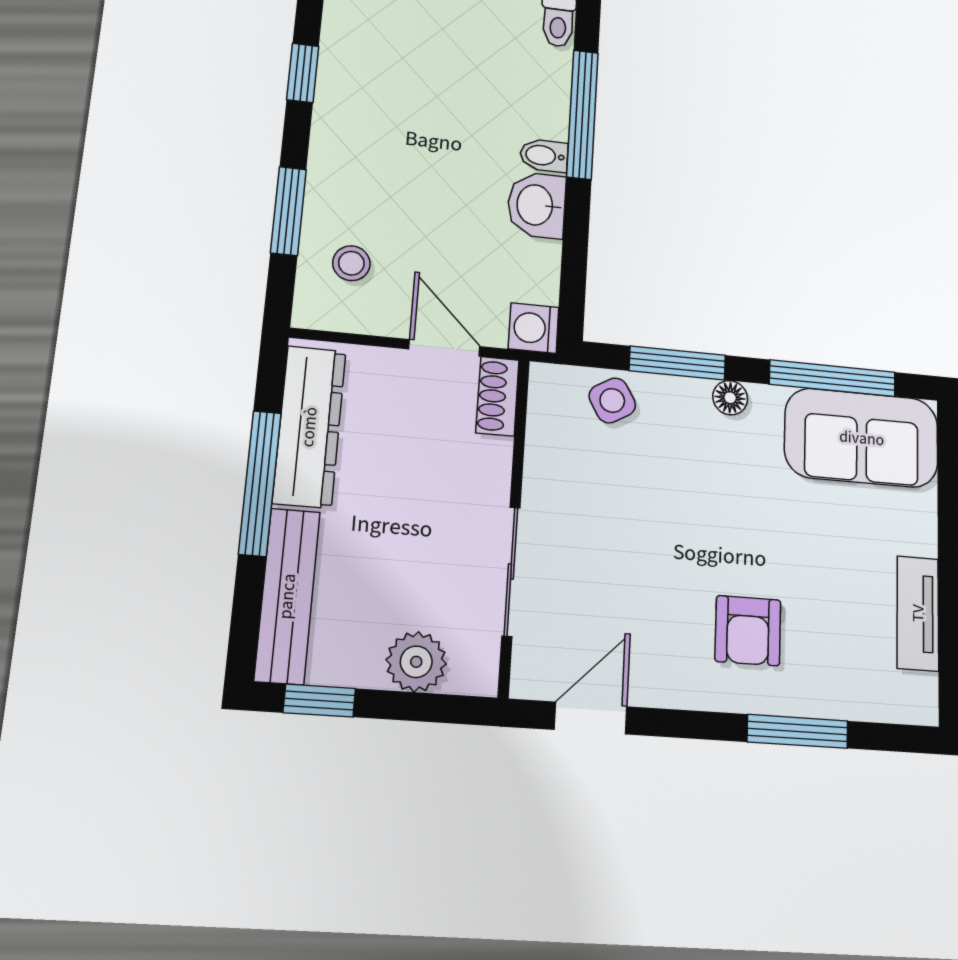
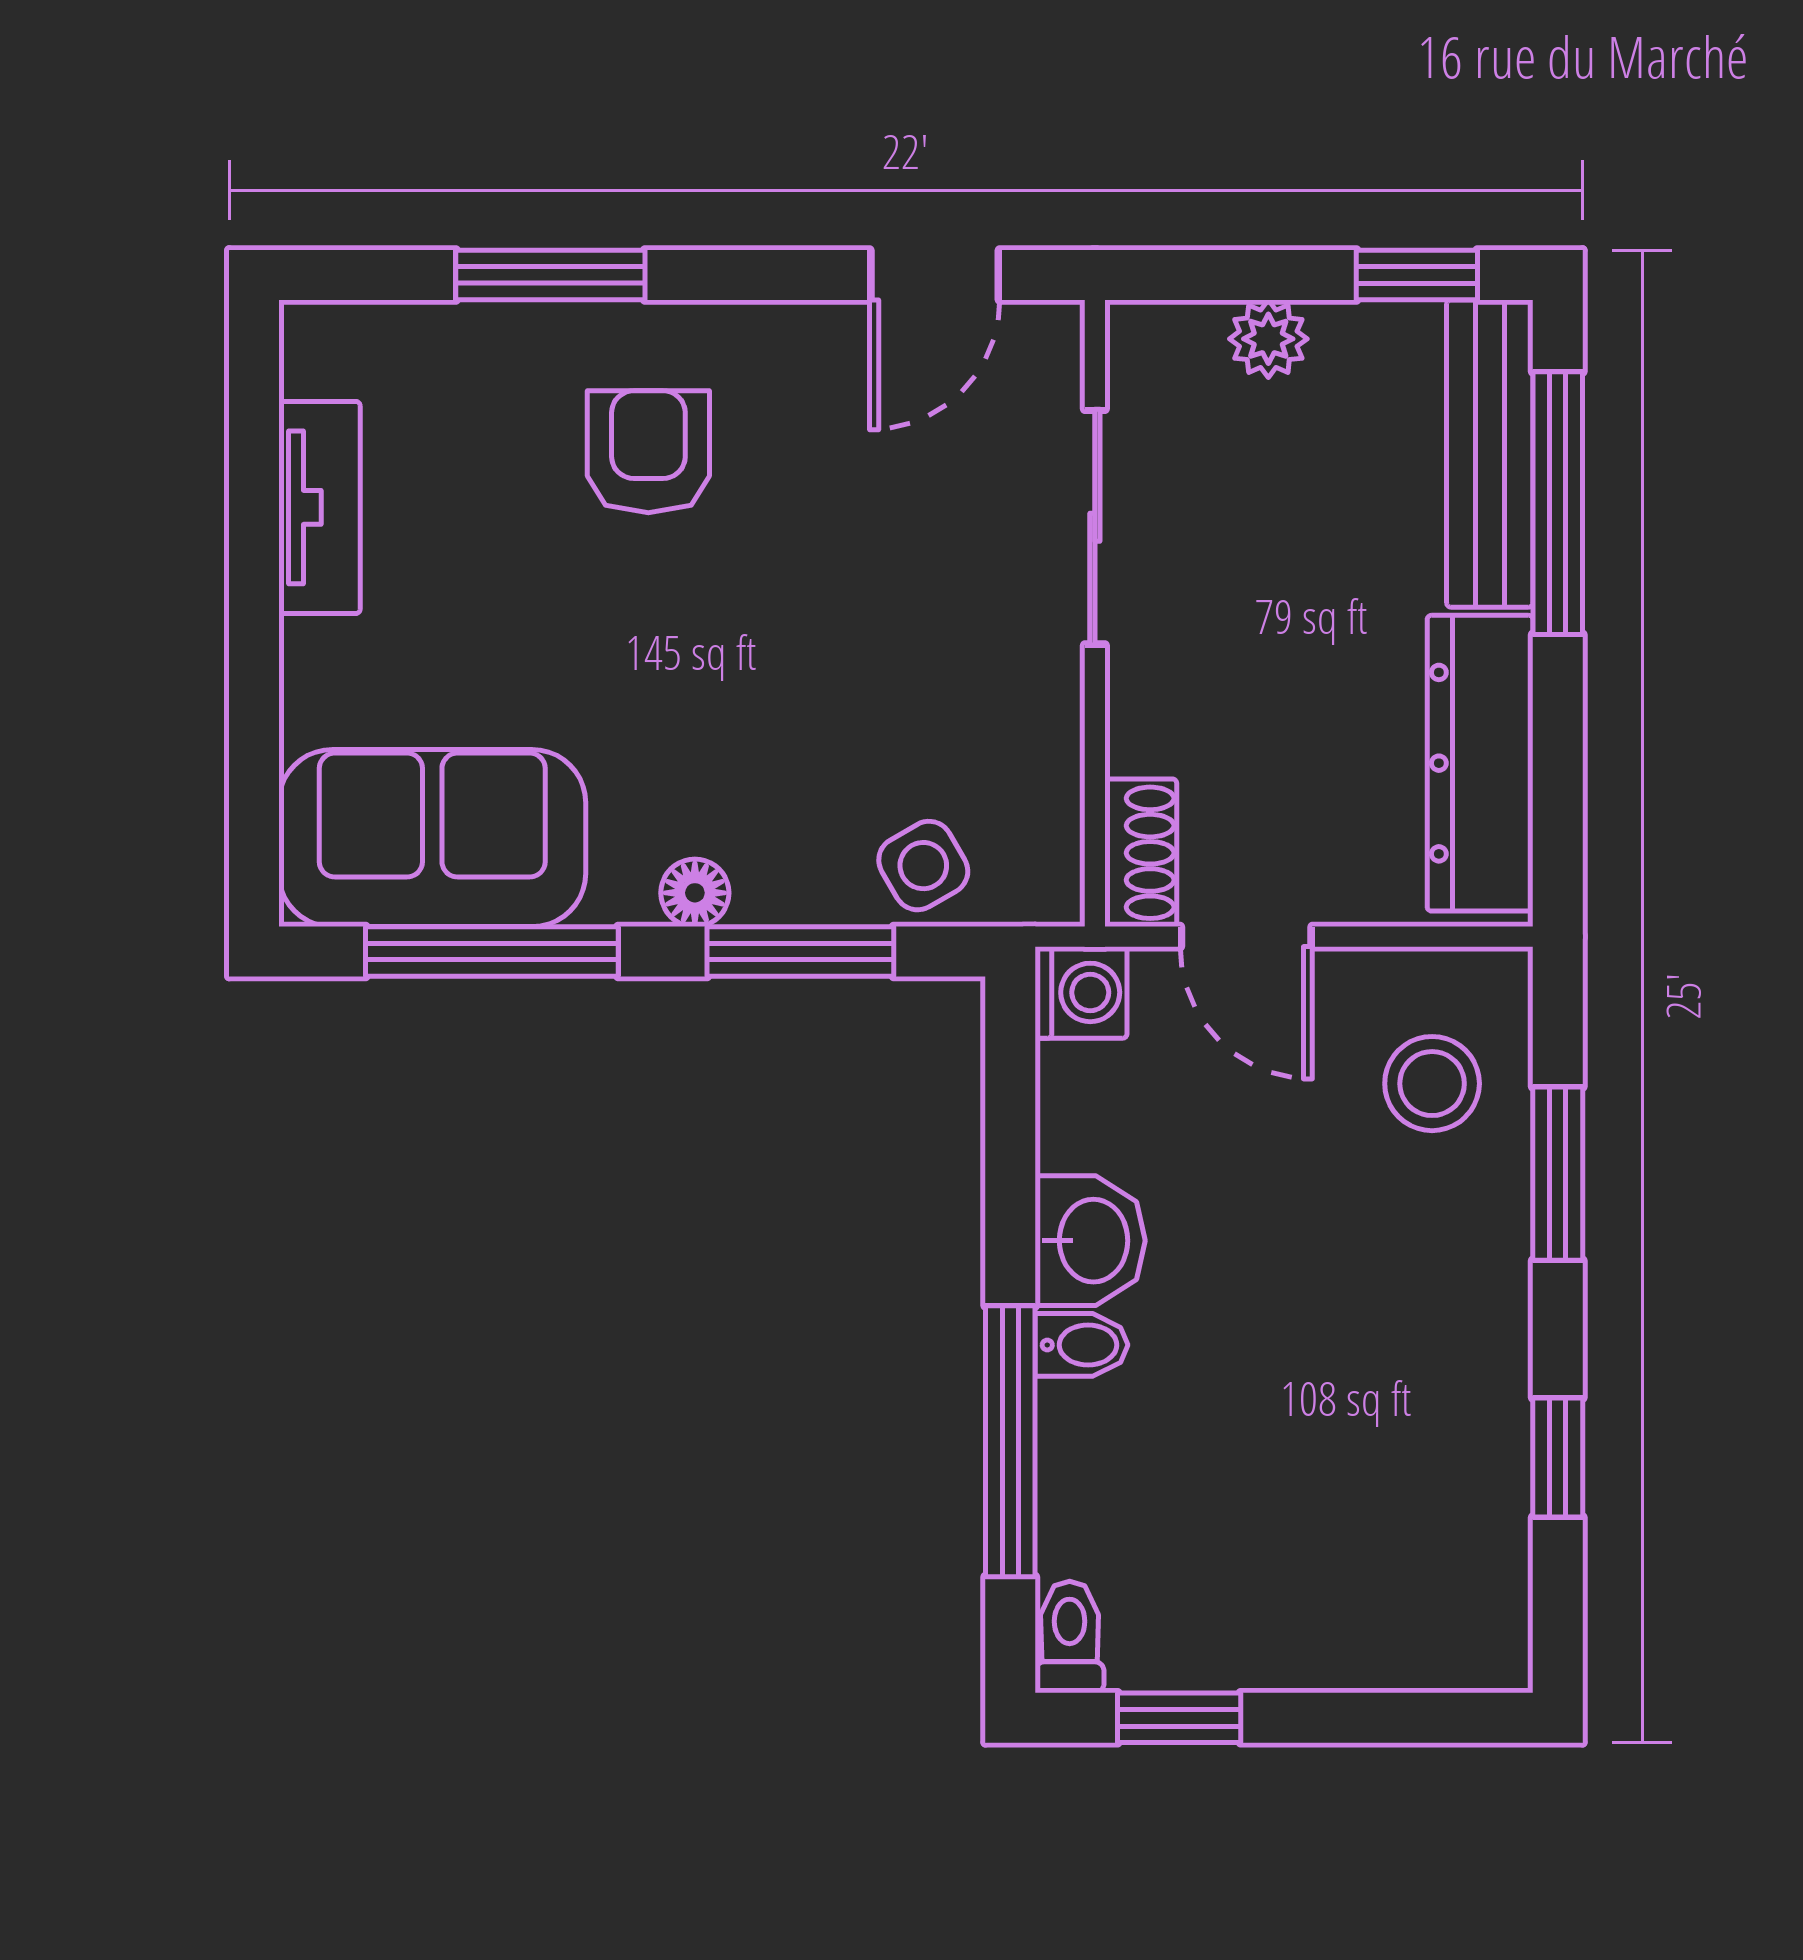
stool: (351, 263) -> (1432, 1084), width x1.37, depth x1.37
window: (260, 483) -> (1558, 503), moved
plant: (416, 662) -> (1268, 339), width x0.73, depth x0.73

